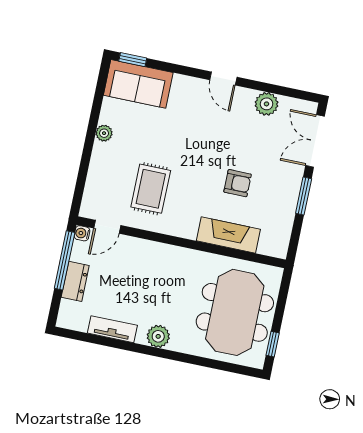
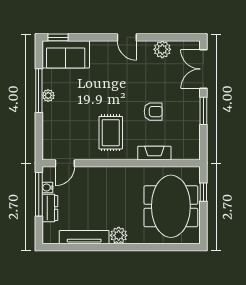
window: (93, 124) -> (39, 91), added
rug: (151, 189) -> (111, 133), moved
water cooler: (82, 233) -> (47, 188), moved
fireplace: (228, 235) -> (154, 153), width x0.73, depth x0.76
tv unit: (112, 329) -> (84, 237), width x1.41
window: (273, 344) -> (203, 192), moved

